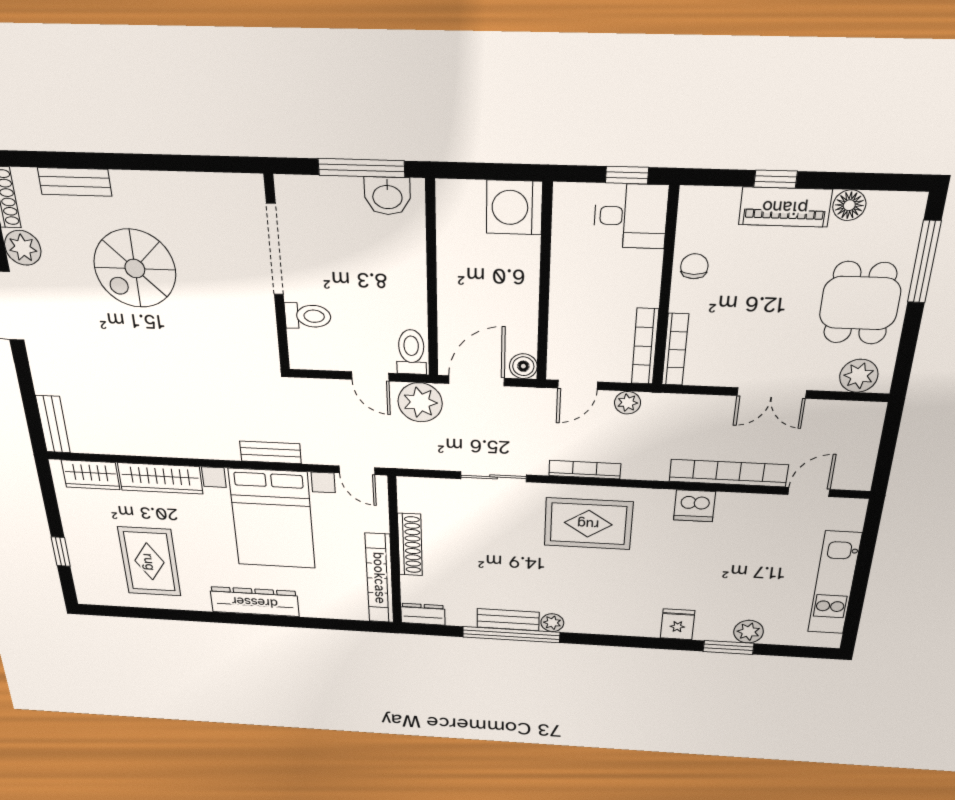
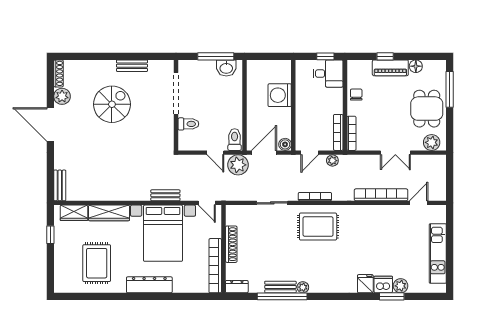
bench: (75, 182) -> (132, 66), moved
washing machine: (514, 208) -> (280, 95), moved
spiral stairs: (135, 269) -> (112, 104), turned 180
dishwasher: (694, 506) -> (383, 284), moved, turned 180
window: (61, 552) -> (50, 235), moved

